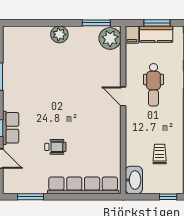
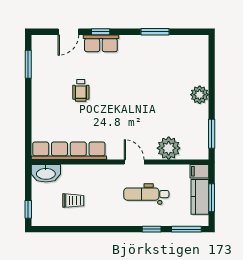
plant: (110, 38) -> (169, 148), moved
door: (123, 96) -> (134, 162), hinge flipped
row of seats: (83, 185) -> (69, 151), moved, turned -90

